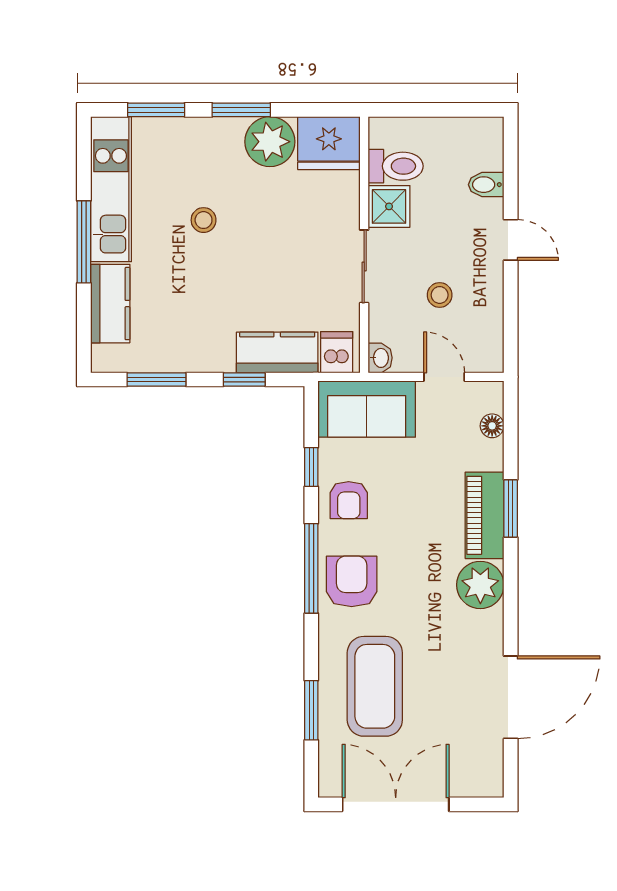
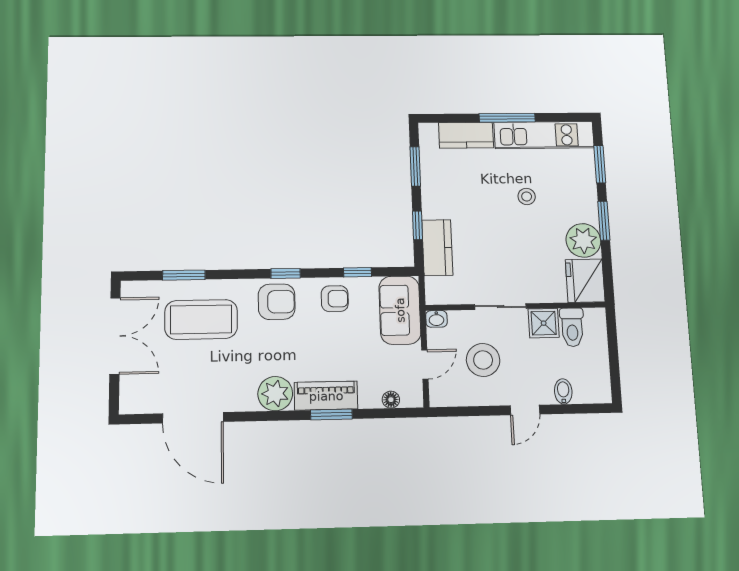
stool: (440, 295) -> (483, 360), width x1.89, depth x1.89
dishwasher: (337, 352) -> (439, 288), removed
armchair: (349, 500) -> (335, 299), turned 180
window: (311, 568) -> (286, 273), width x0.46

